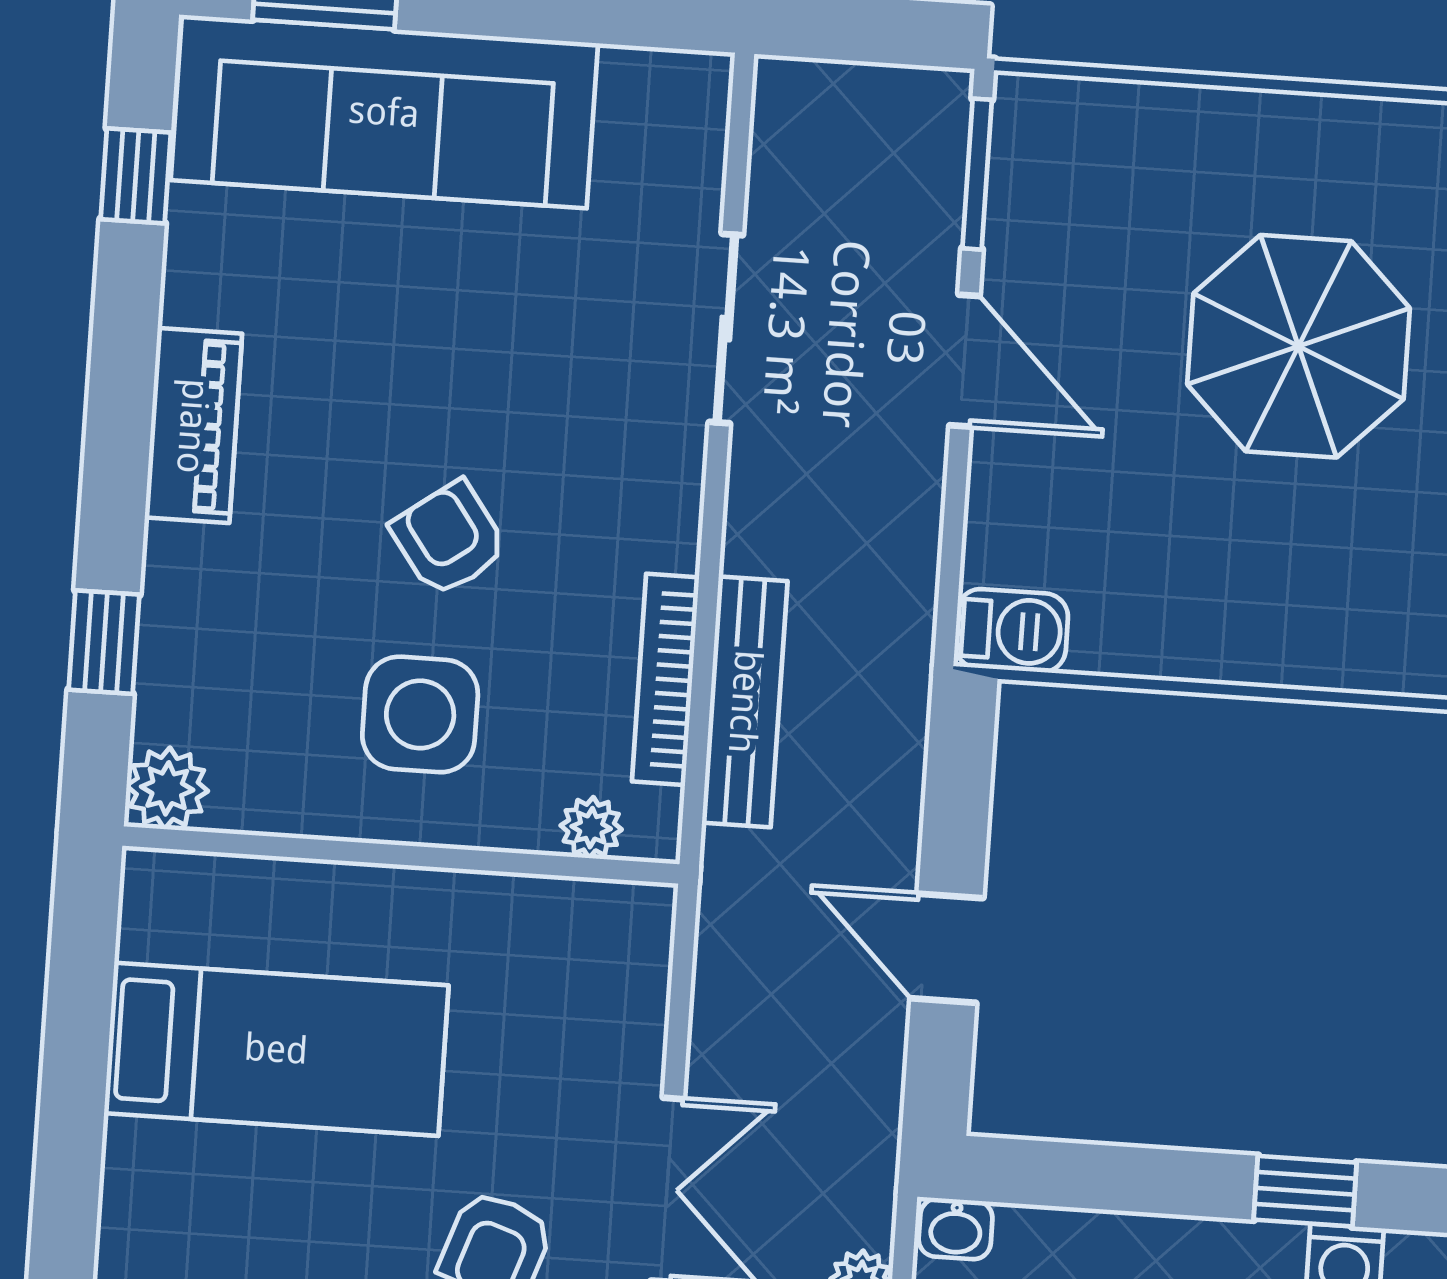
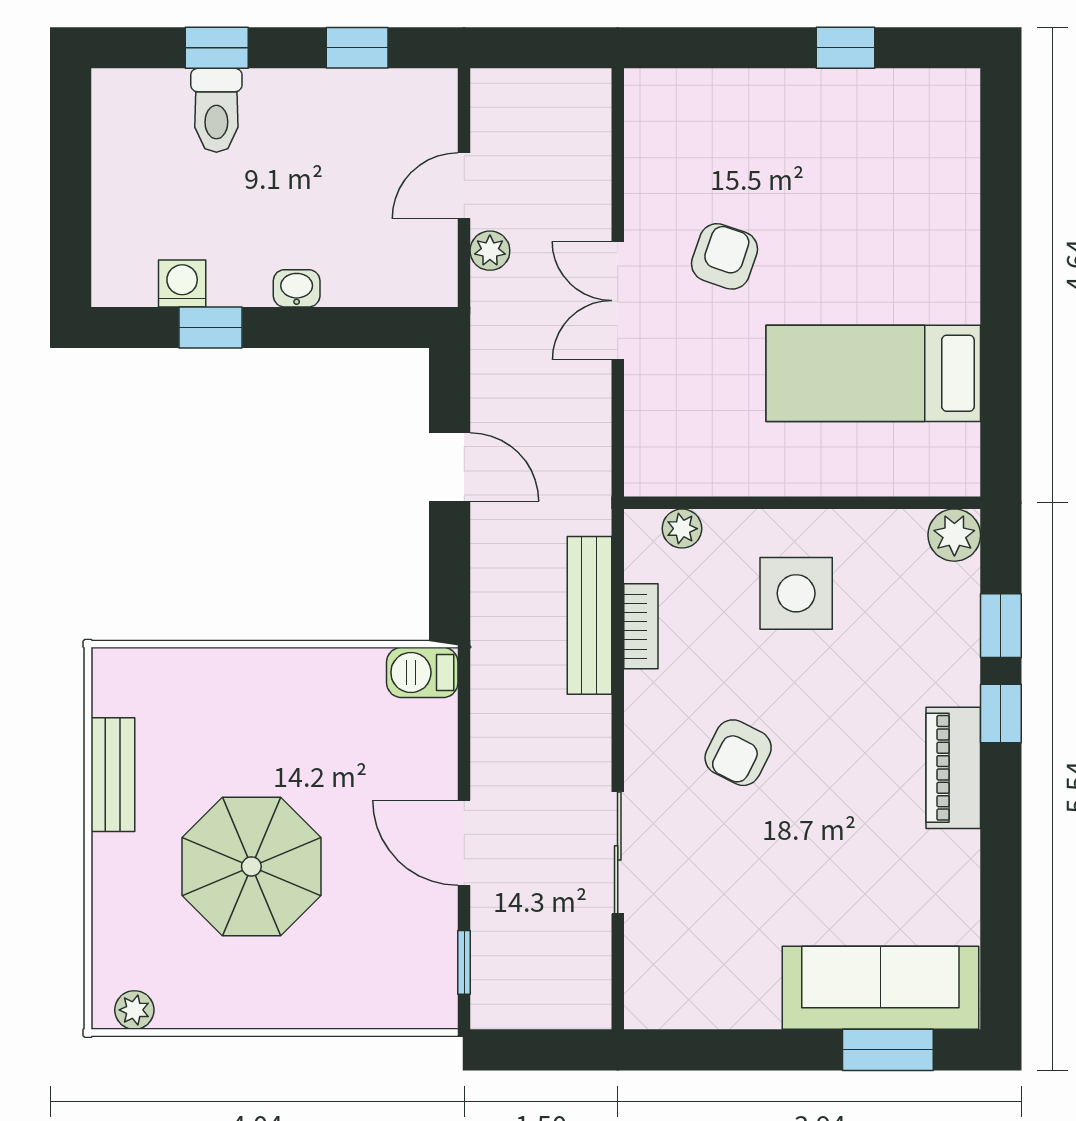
sofa: (384, 112) -> (880, 988), width x0.74, depth x0.79
window: (977, 174) -> (464, 962), width x0.67
window: (136, 176) -> (1001, 713), moved
armchair: (449, 539) -> (738, 753), moved, turned 63
bookcase: (666, 679) -> (641, 626), width x0.64
washbasin: (956, 1229) -> (297, 288), moved

